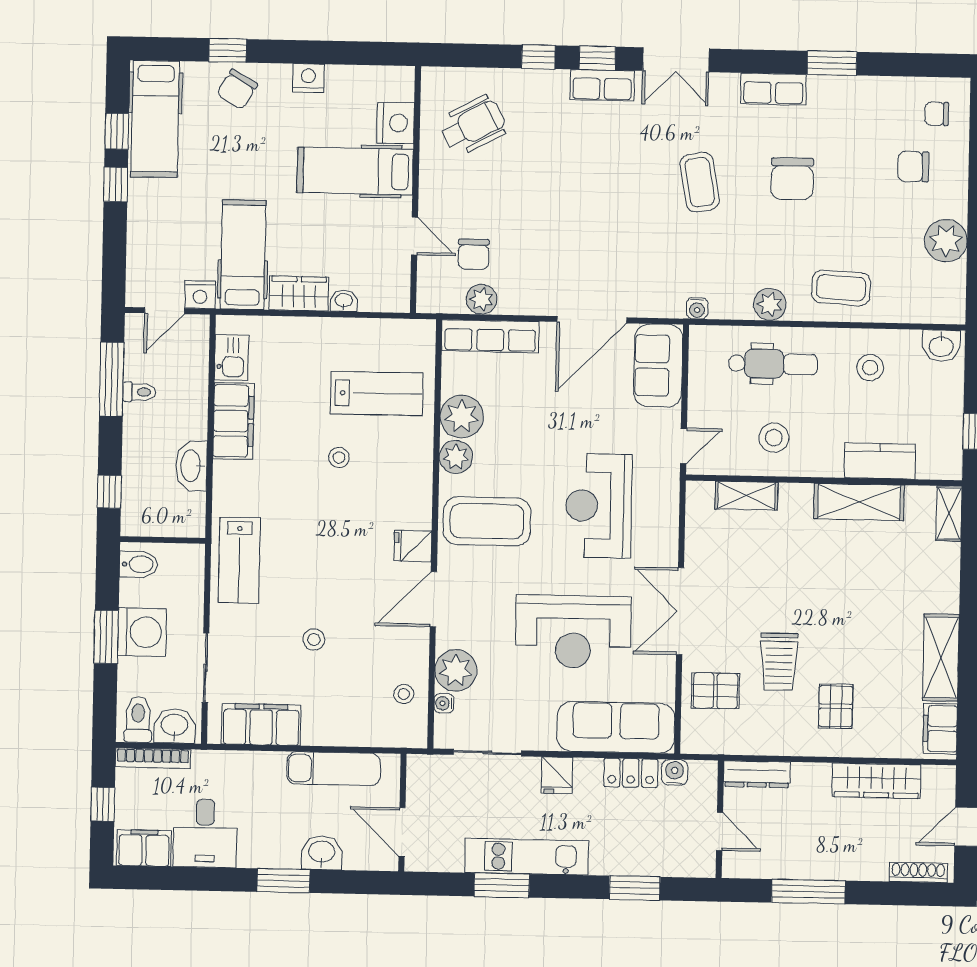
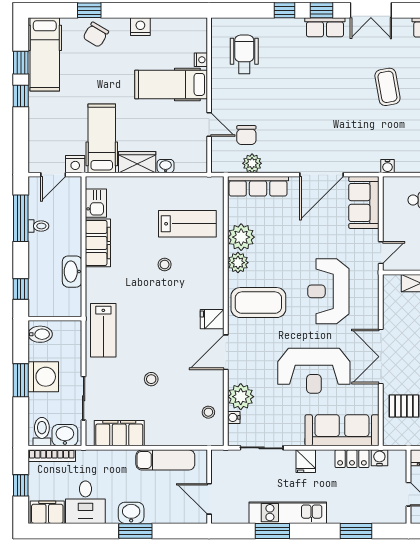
nightstand: (396, 123) -> (201, 60), width x0.53, depth x0.56
wheelchair: (473, 125) -> (244, 54), turned -62
washbasin: (322, 853) -> (131, 513), moved

